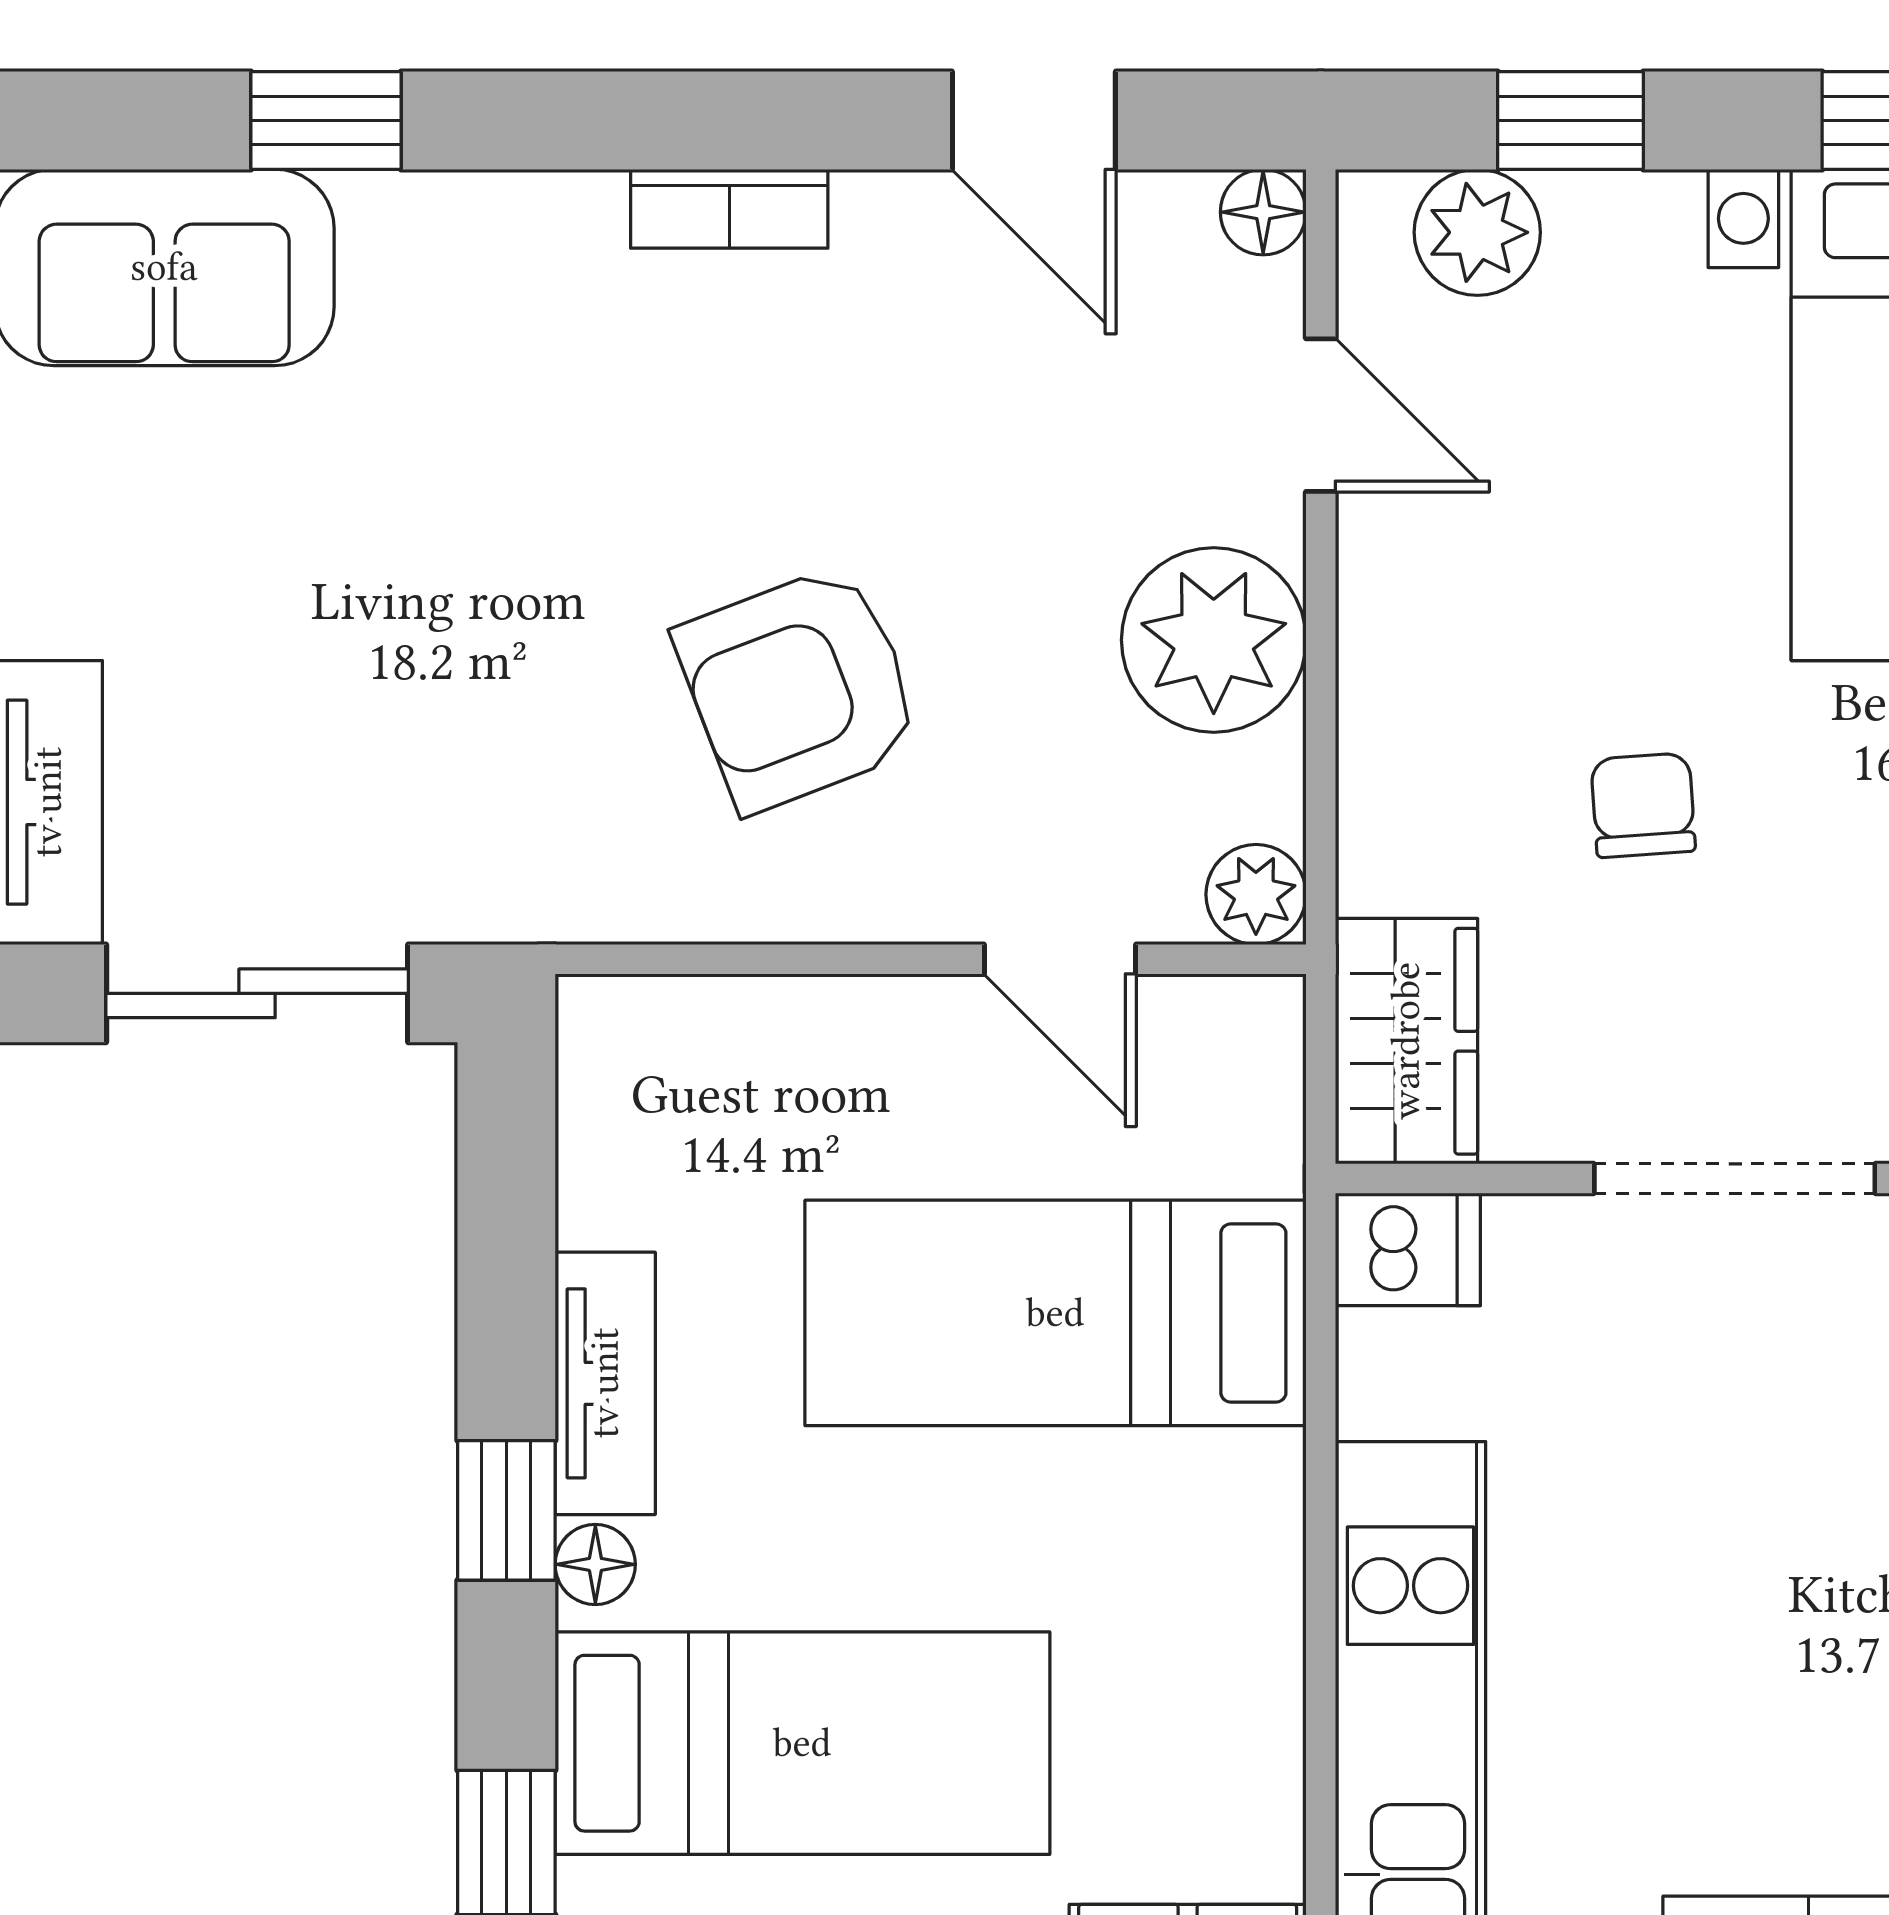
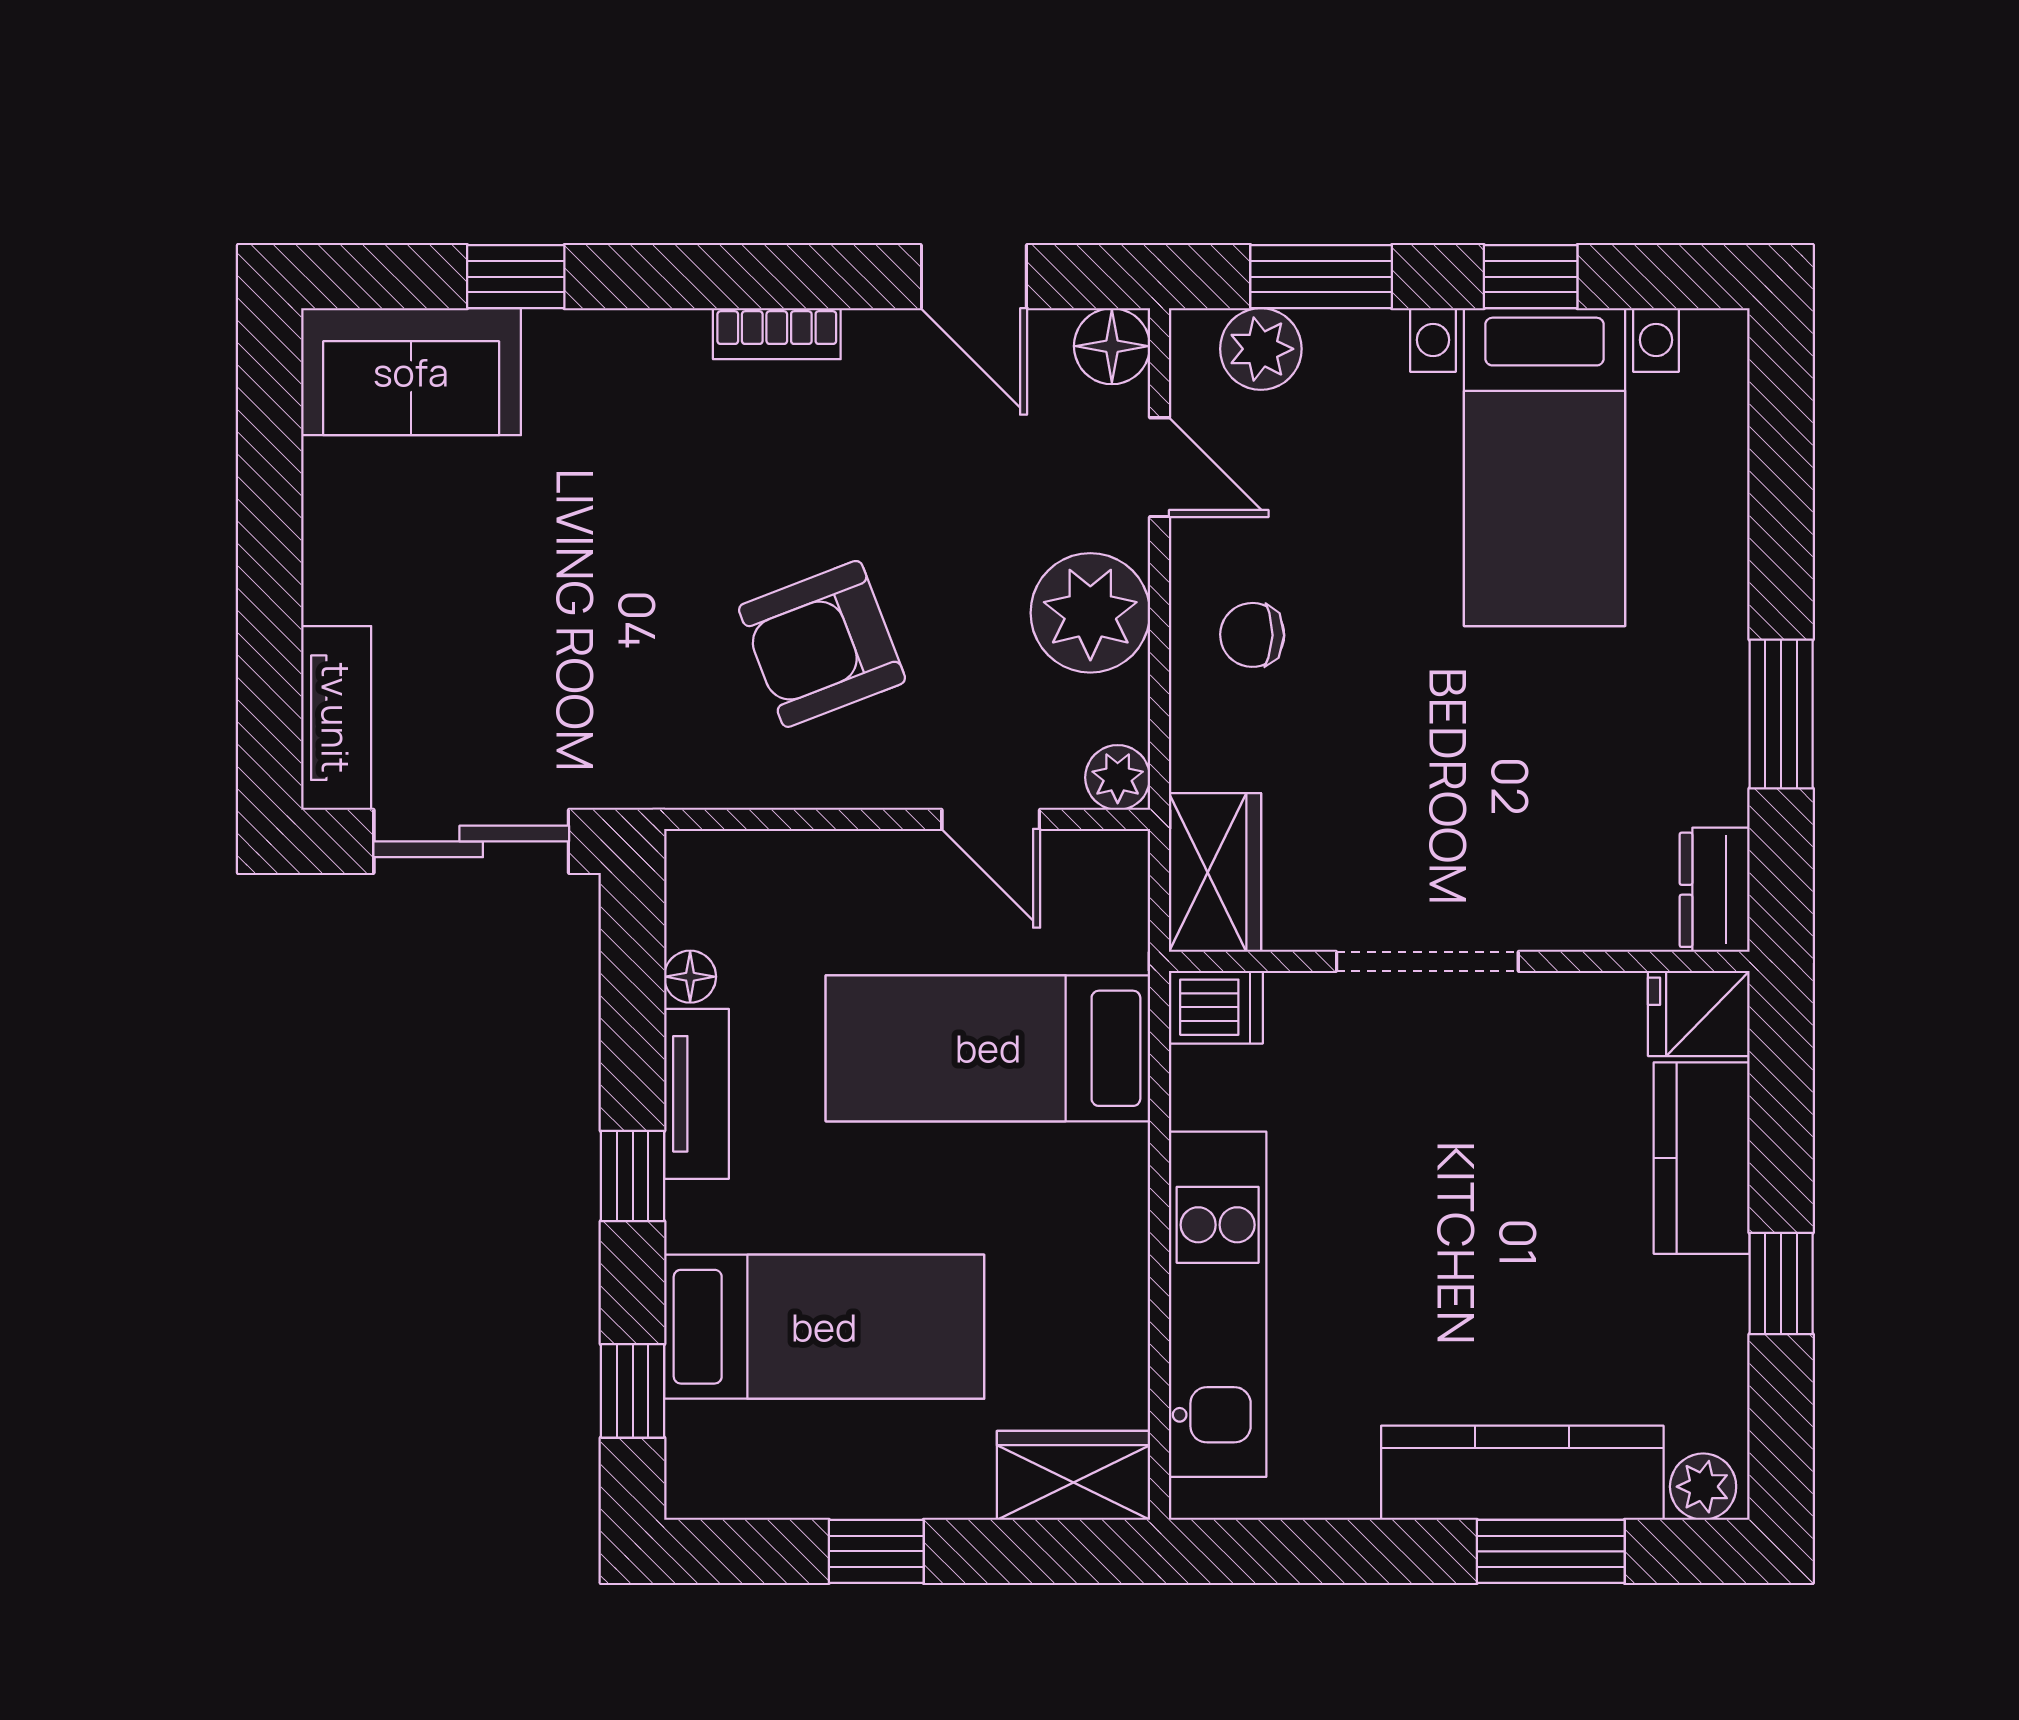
window: (1570, 120) -> (1321, 277), width x1.50
floor lamp: (1263, 212) -> (1112, 346), width x1.37, depth x1.37
chair: (1643, 805) -> (1252, 635), moved, turned -85
floor lamp: (595, 1564) -> (690, 977), moved

